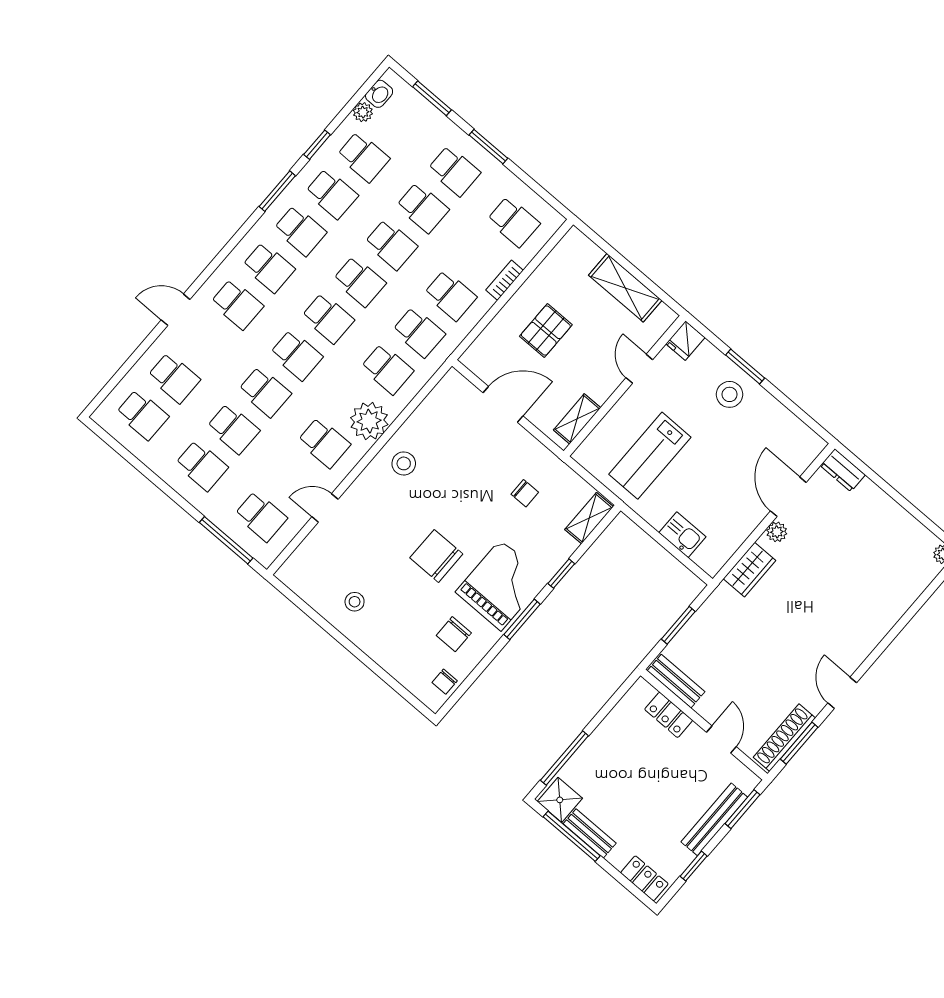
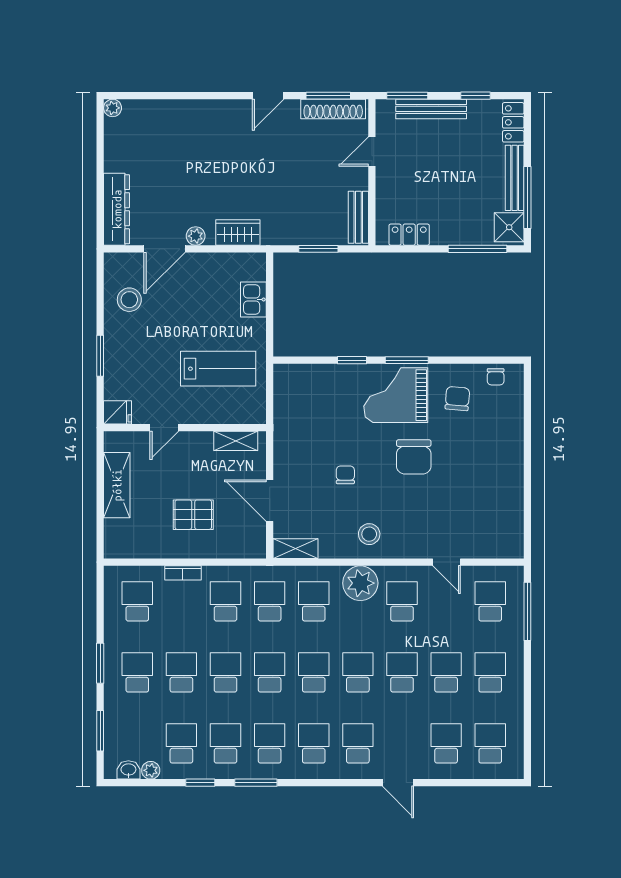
stool: (730, 394) -> (129, 300), moved
dresser: (843, 470) -> (117, 209), width x1.96, depth x1.24
chair: (525, 493) -> (345, 475), moved
shelving: (589, 518) -> (295, 549), moved
stool: (355, 602) -> (494, 486), removed
chair: (454, 634) -> (457, 399), turned -85
chair: (445, 682) -> (496, 377), turned 90
locker: (669, 715) -> (409, 235), moved, turned -90
bench: (590, 834) -> (515, 178), width x1.36

